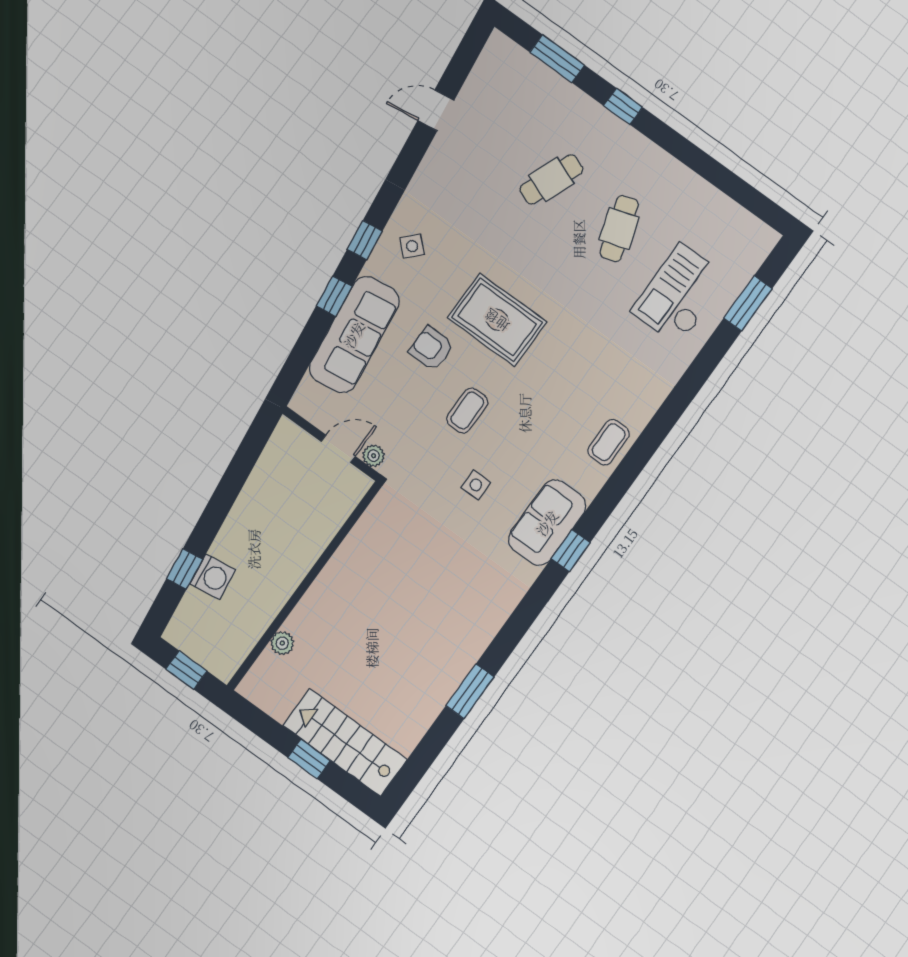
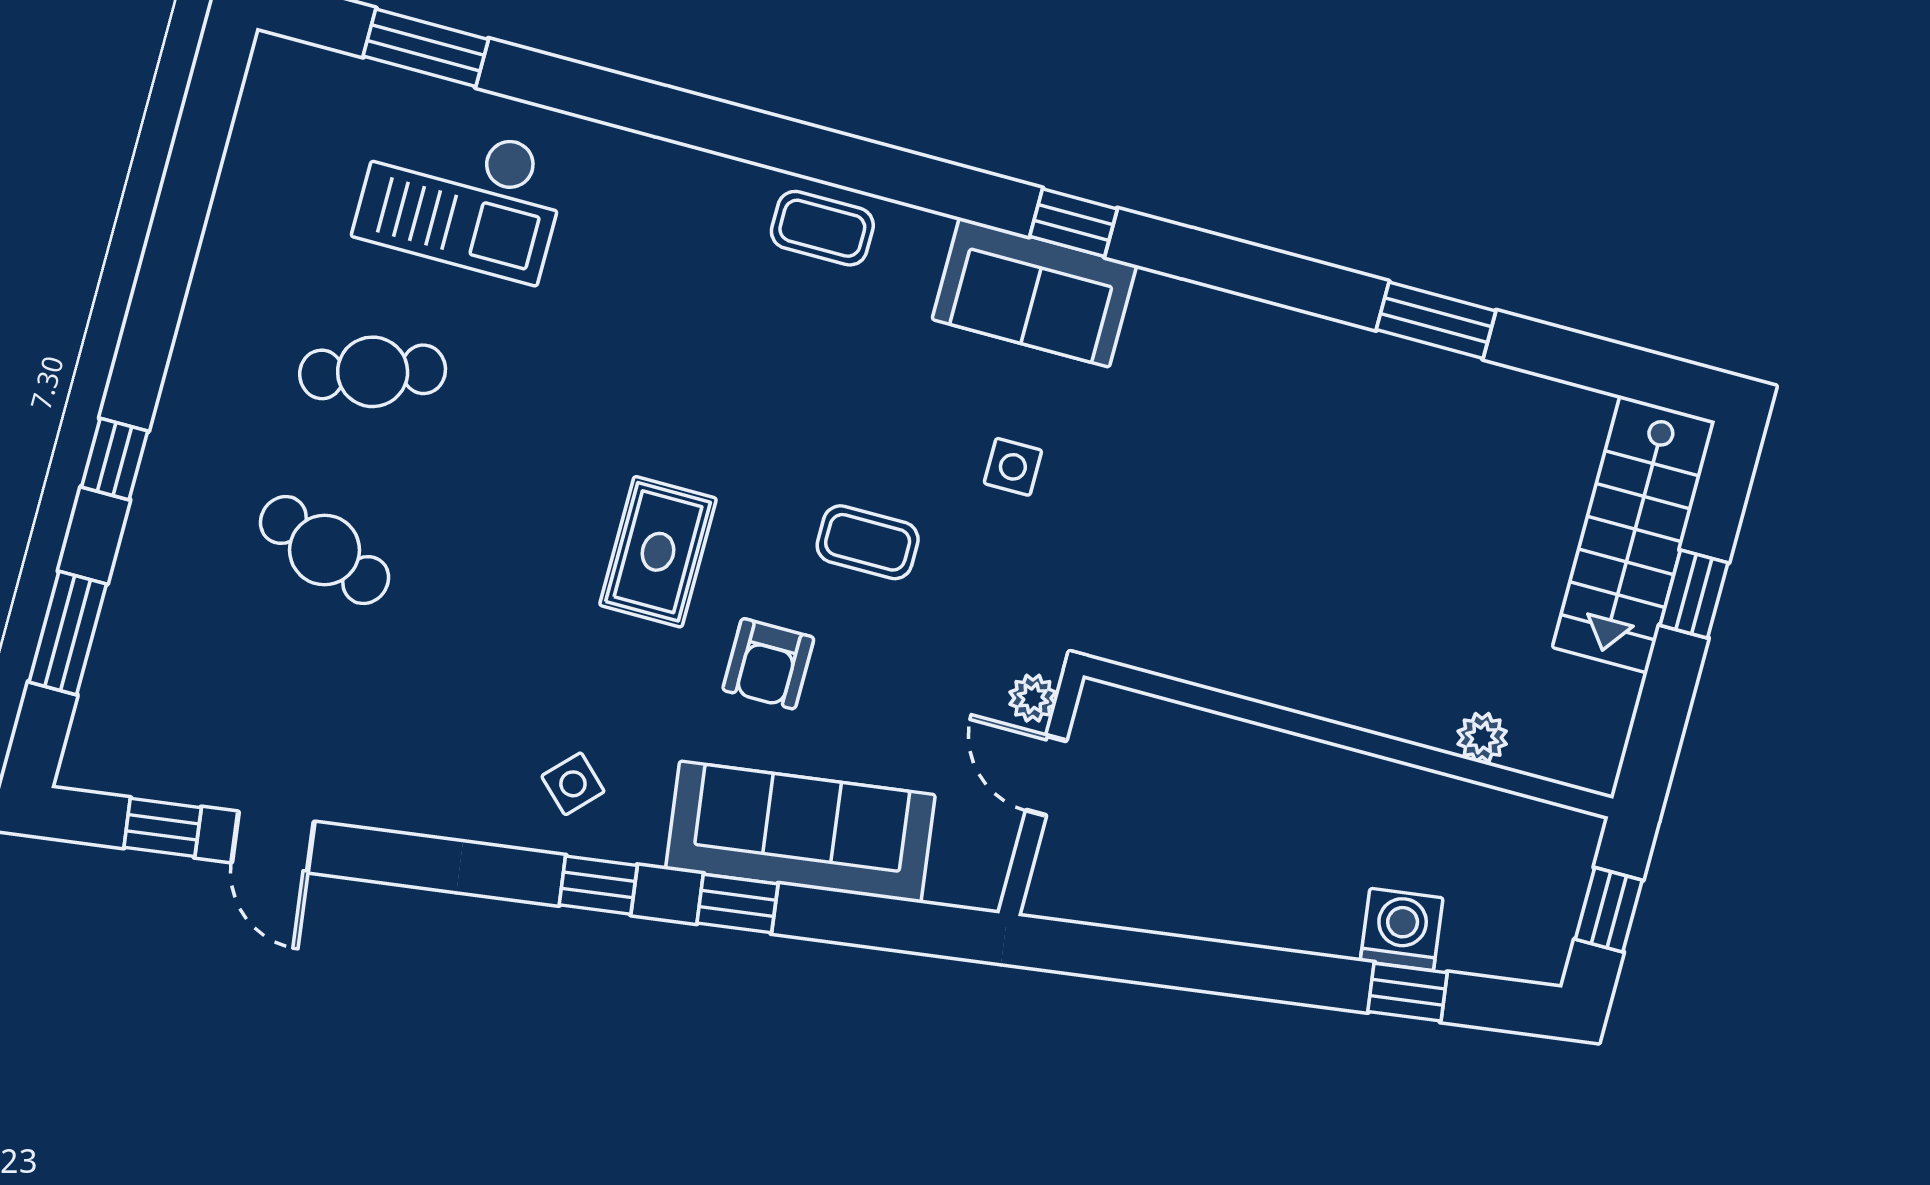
window: (460, 67) -> (163, 827), added
rug: (497, 320) -> (658, 552), width x0.73, depth x0.70

